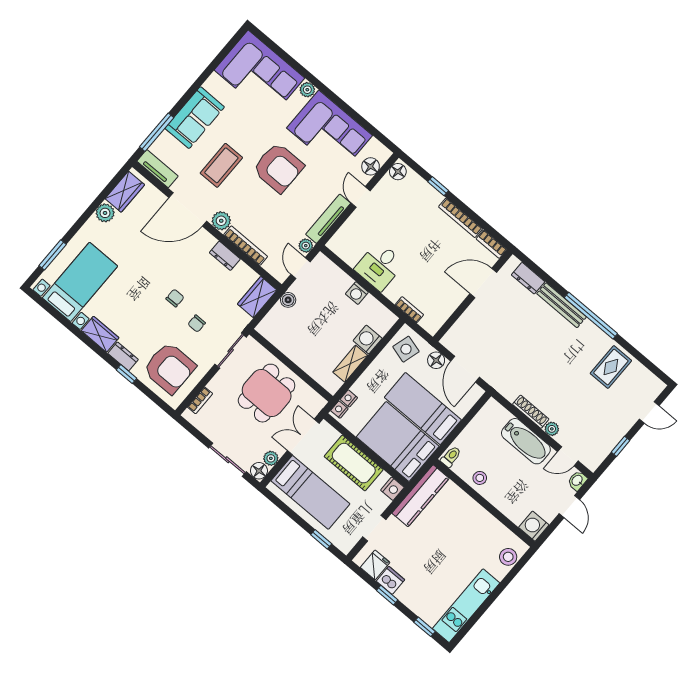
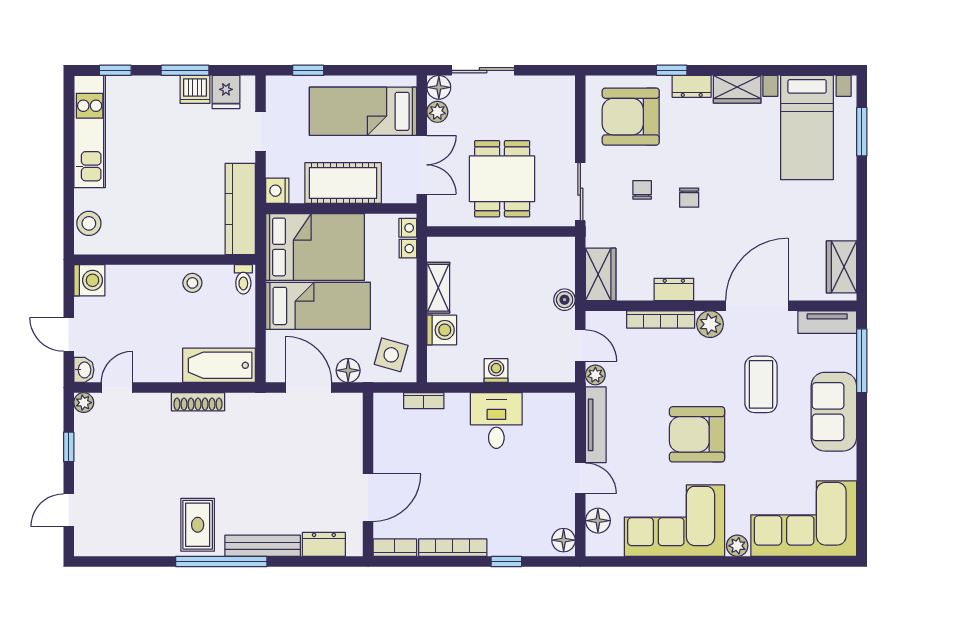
plant: (105, 213) -> (843, 226), removed
rug: (611, 367) -> (198, 525), moved
bookcase: (200, 400) -> (568, 109), removed
plant: (552, 429) -> (84, 403), moved
bathtub: (526, 441) -> (219, 365), moved
window: (387, 595) -> (185, 70), width x1.50

